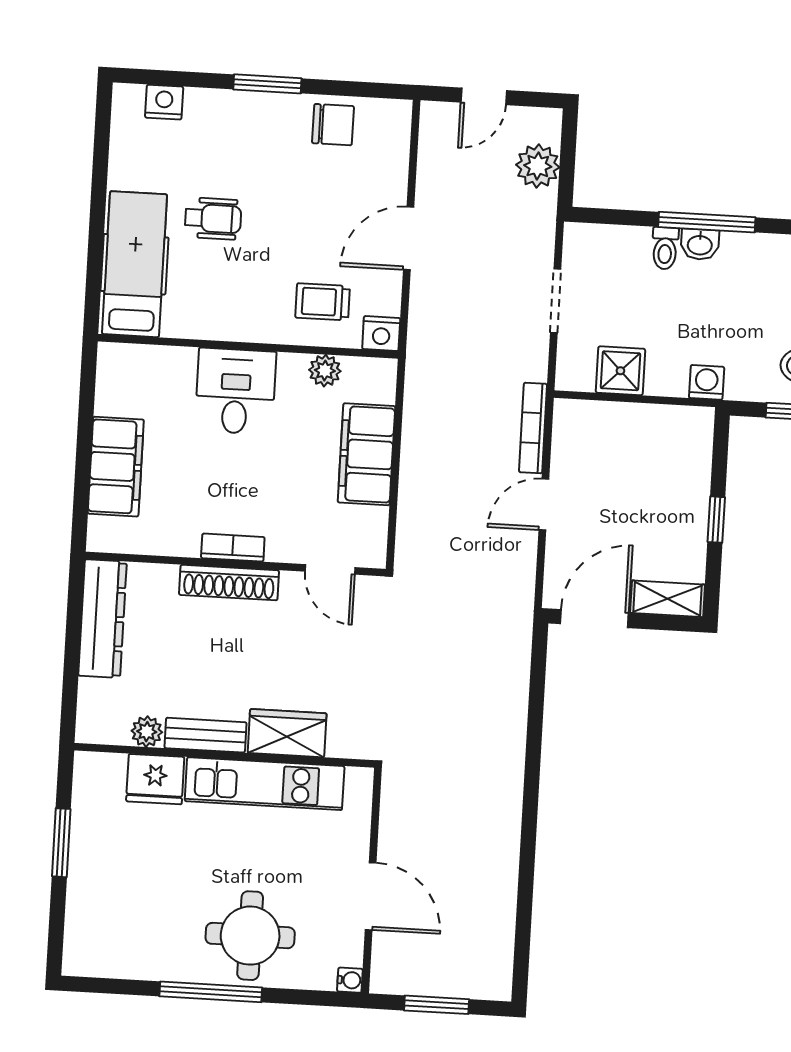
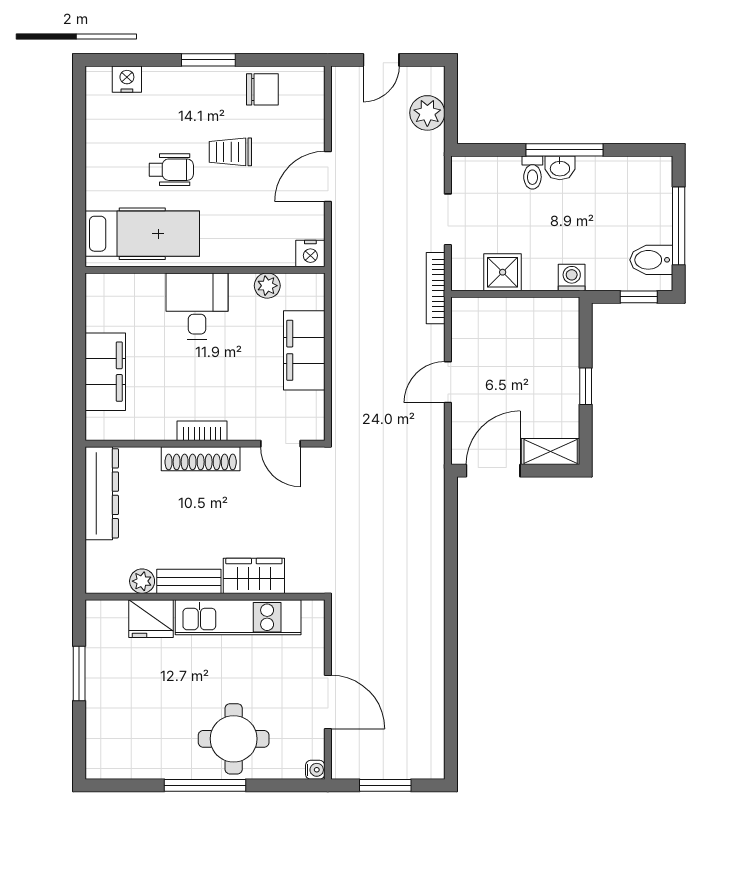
hospital bed: (135, 264) -> (142, 234), moved, turned 90
trolley: (323, 302) -> (230, 152), moved
bookcase: (533, 428) -> (436, 288), moved

